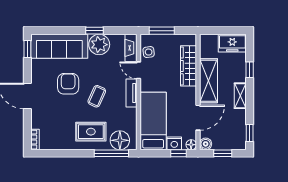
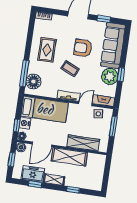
freezer: (232, 43) -> (33, 174), moved, turned 90
window: (27, 49) -> (104, 19), moved
armchair: (68, 84) -> (83, 48), turned 180
door: (198, 118) -> (42, 144), hinge flipped
rug: (91, 132) -> (47, 50), moved
window: (250, 133) -> (35, 184), moved

